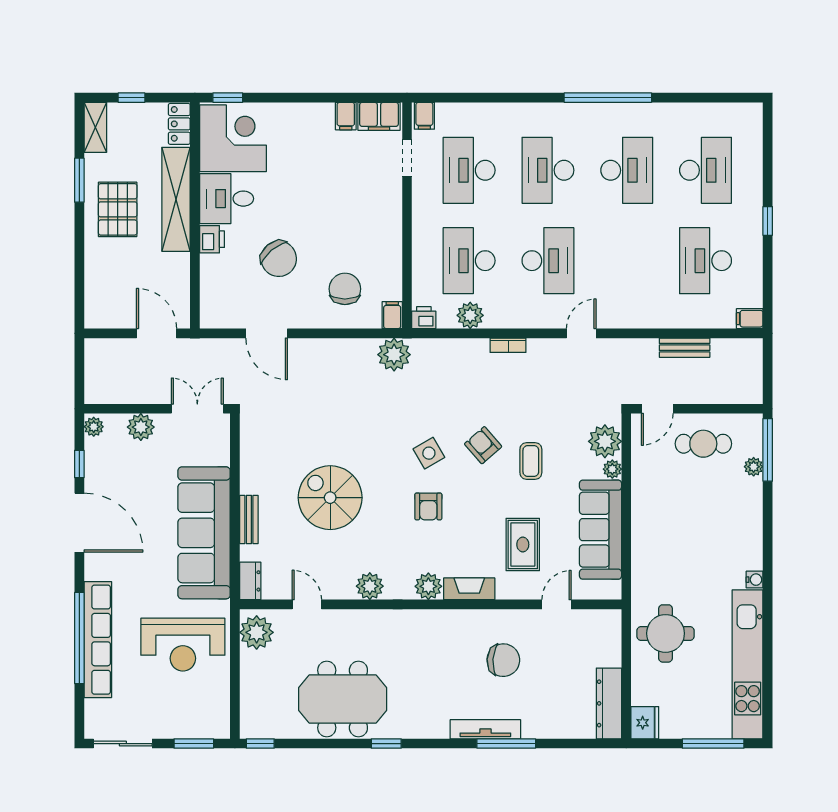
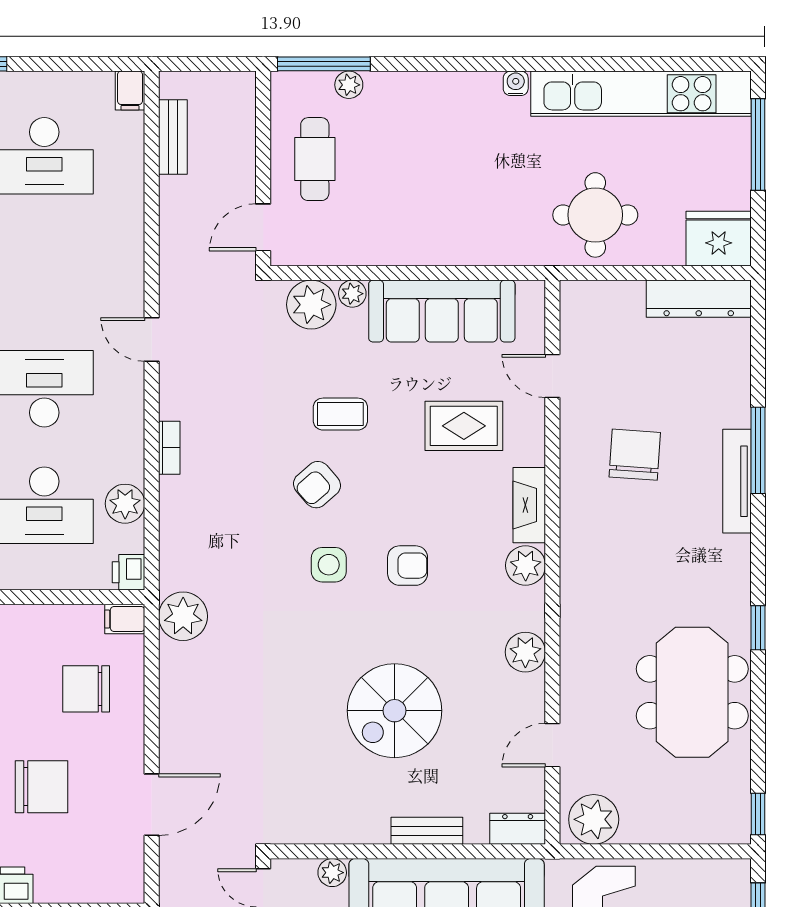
chair: (279, 259) -> (41, 787), turned 40
bench: (685, 348) -> (173, 137), moved
door: (657, 409) -> (263, 227), swing flipped
side table: (429, 453) -> (329, 565), turned 30
plant: (221, 455) -> (332, 873), added
fridge: (645, 723) -> (719, 239), width x1.36, depth x1.34

